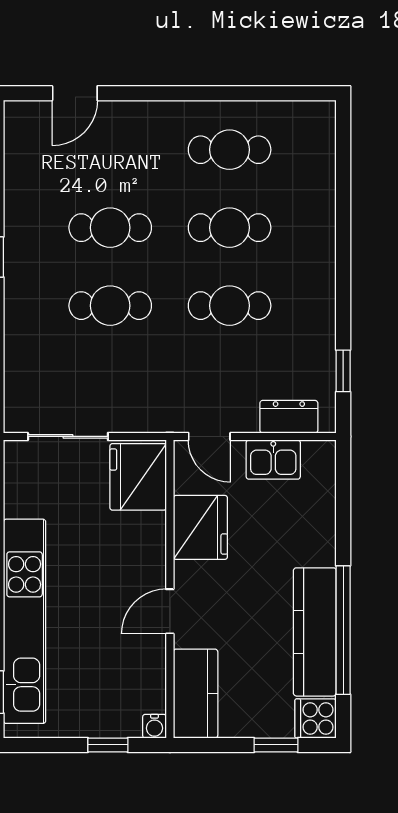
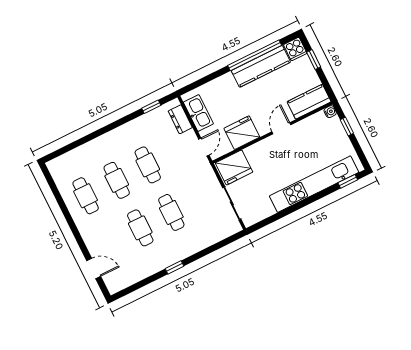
kitchen sink: (273, 460) -> (198, 113), width x1.38
door: (170, 611) -> (281, 128), swing flipped

